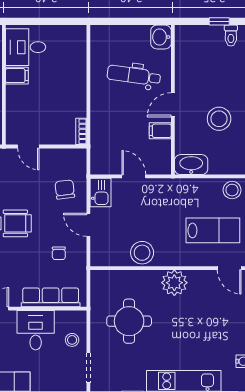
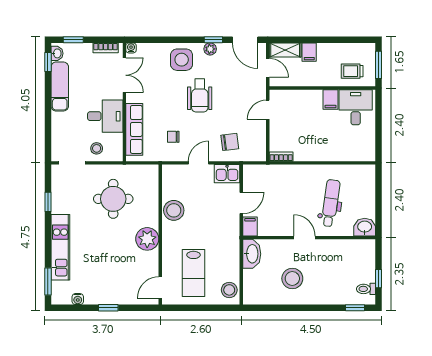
filing cabinet: (160, 131) -> (250, 227), moved

